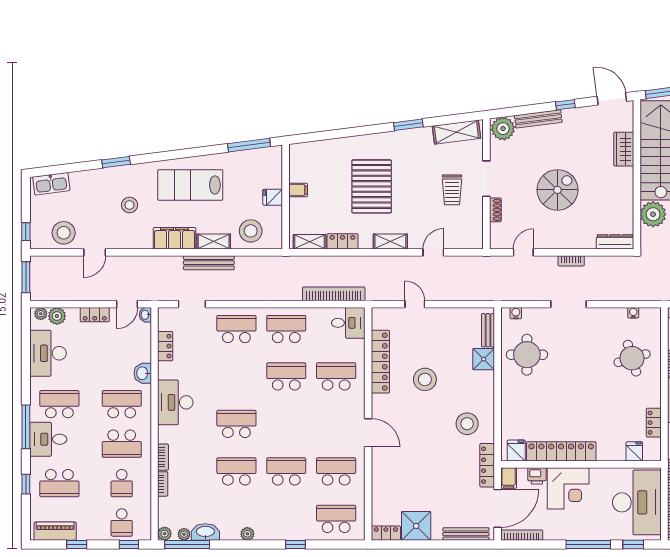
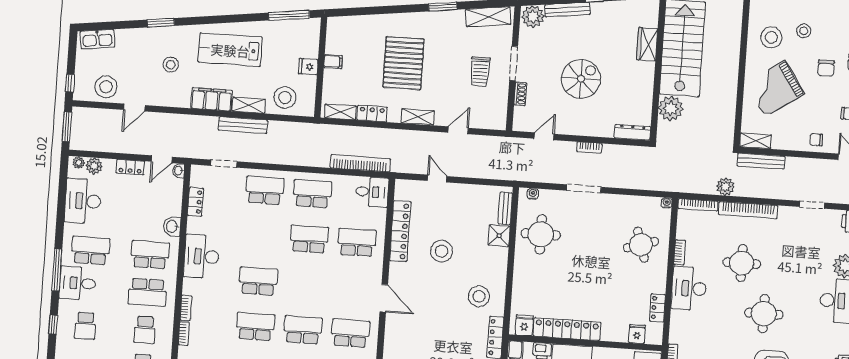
water cooler: (633, 313) -> (667, 203), moved
school desk: (59, 483) -> (85, 326), width x0.54

